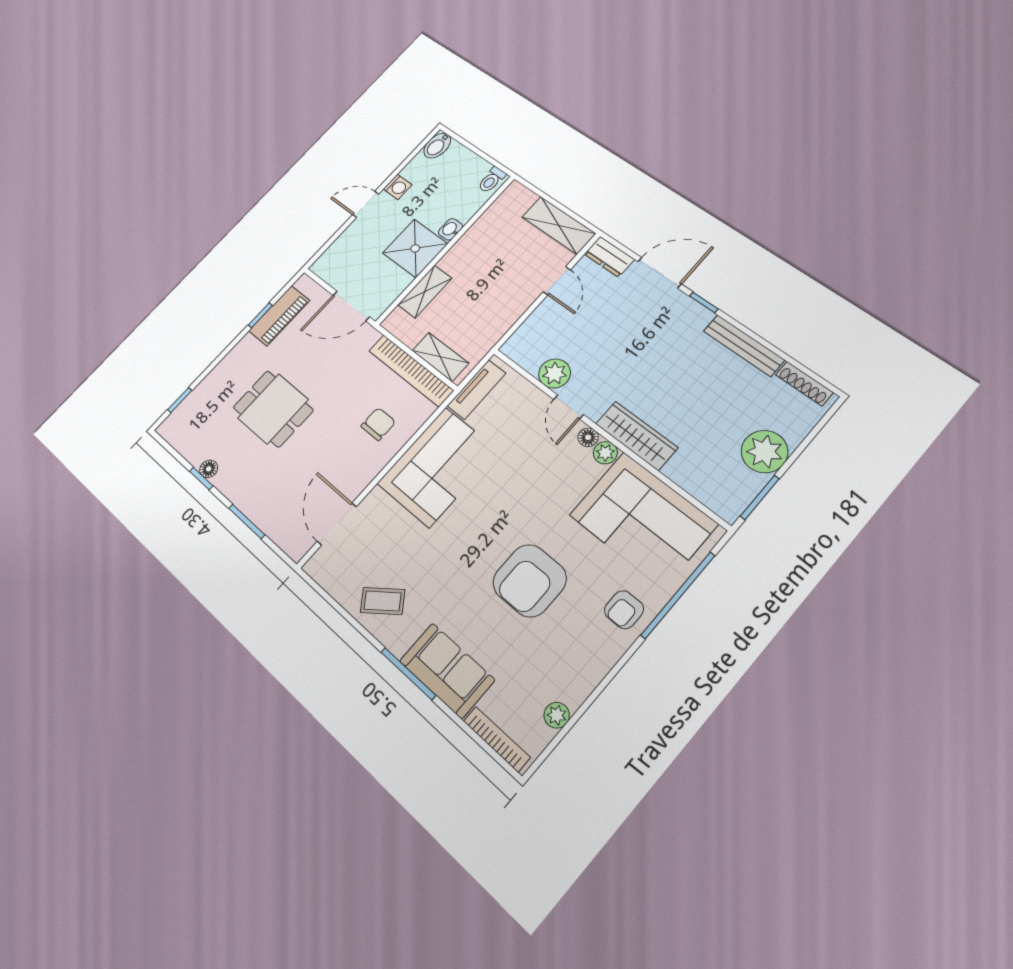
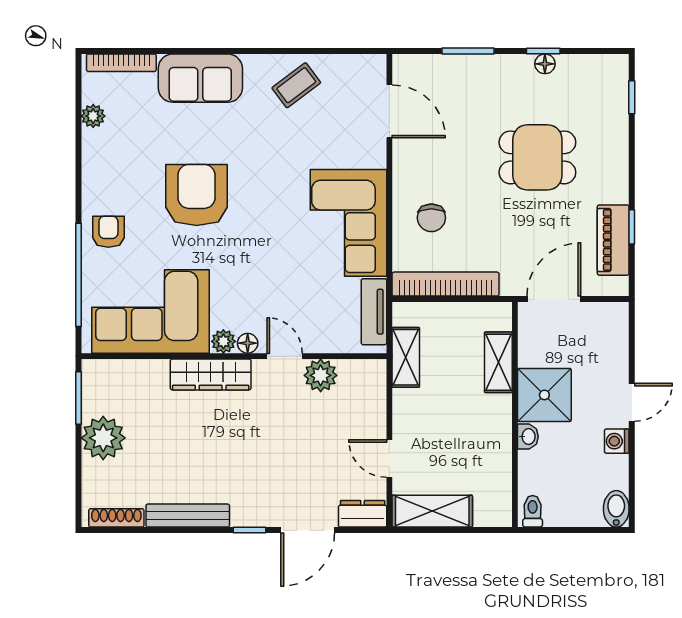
shelving: (440, 357) -> (406, 357), moved, turned 90
window: (408, 674) -> (227, 51), removed

